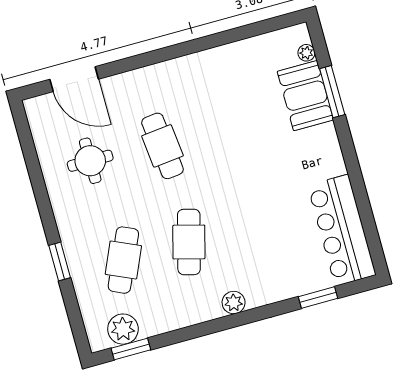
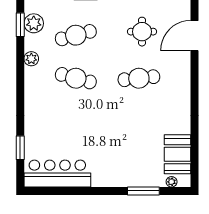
booth: (305, 96) -> (177, 154), moved, turned 90
cafe table: (123, 260) -> (76, 35), turned -39
plant: (234, 303) -> (31, 59), moved

